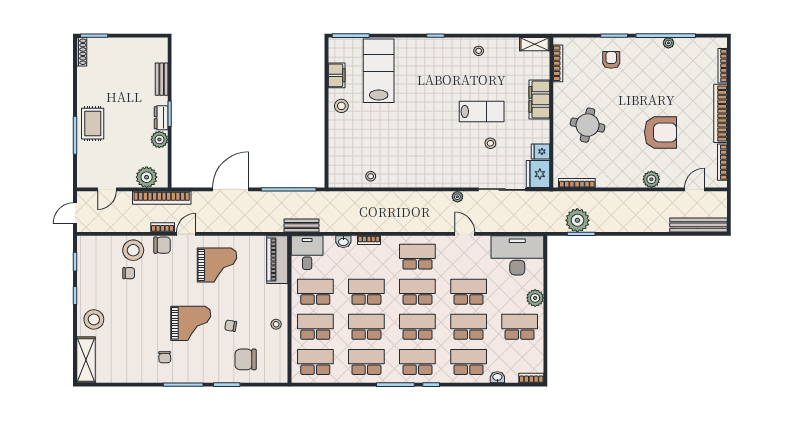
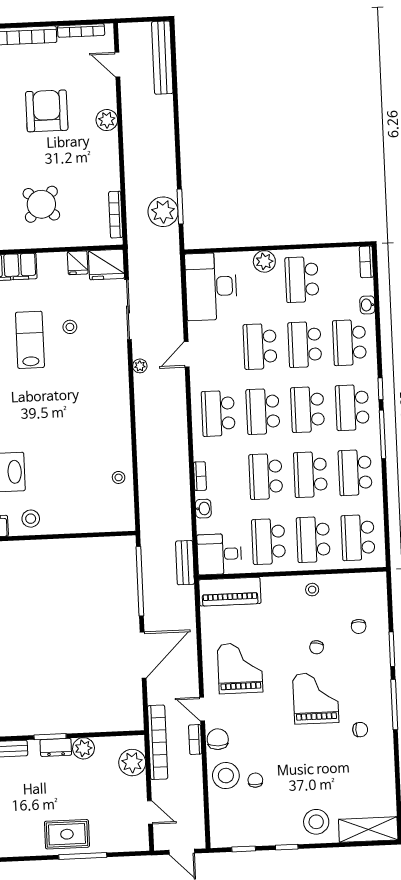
round table: (588, 125) -> (41, 204), turned 30
door: (231, 189) -> (143, 655), swing flipped
chair: (246, 359) -> (359, 626), width x0.54, depth x0.54

